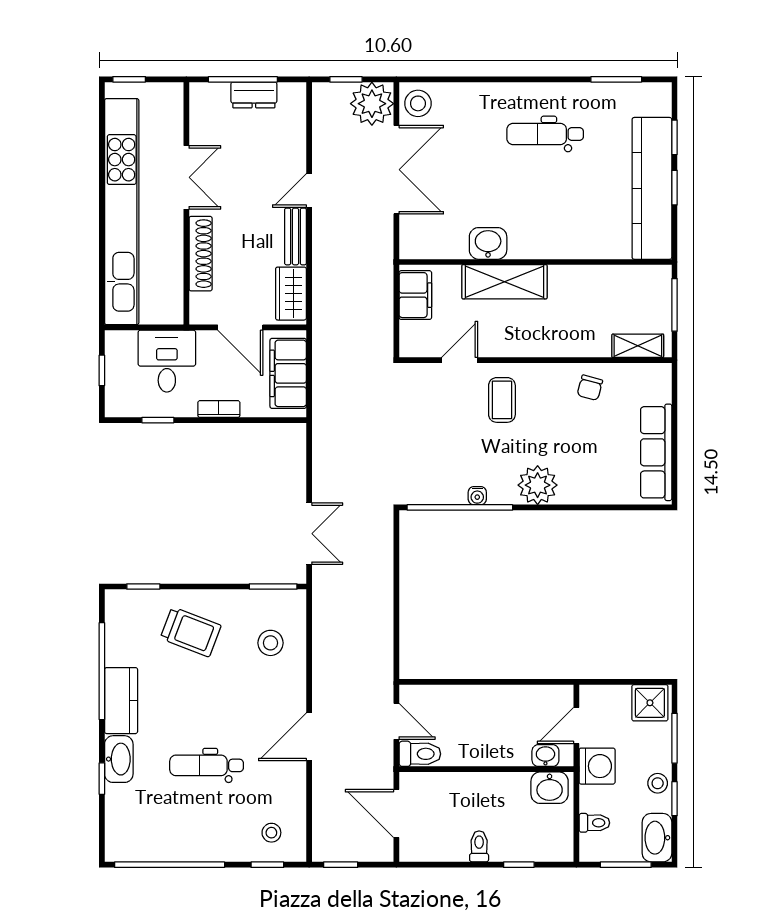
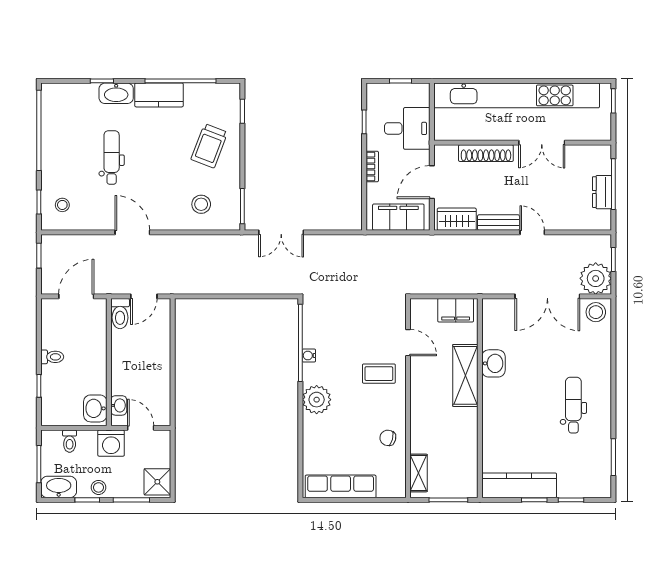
kitchen counter: (652, 188) -> (519, 485), width x0.72, depth x0.86

